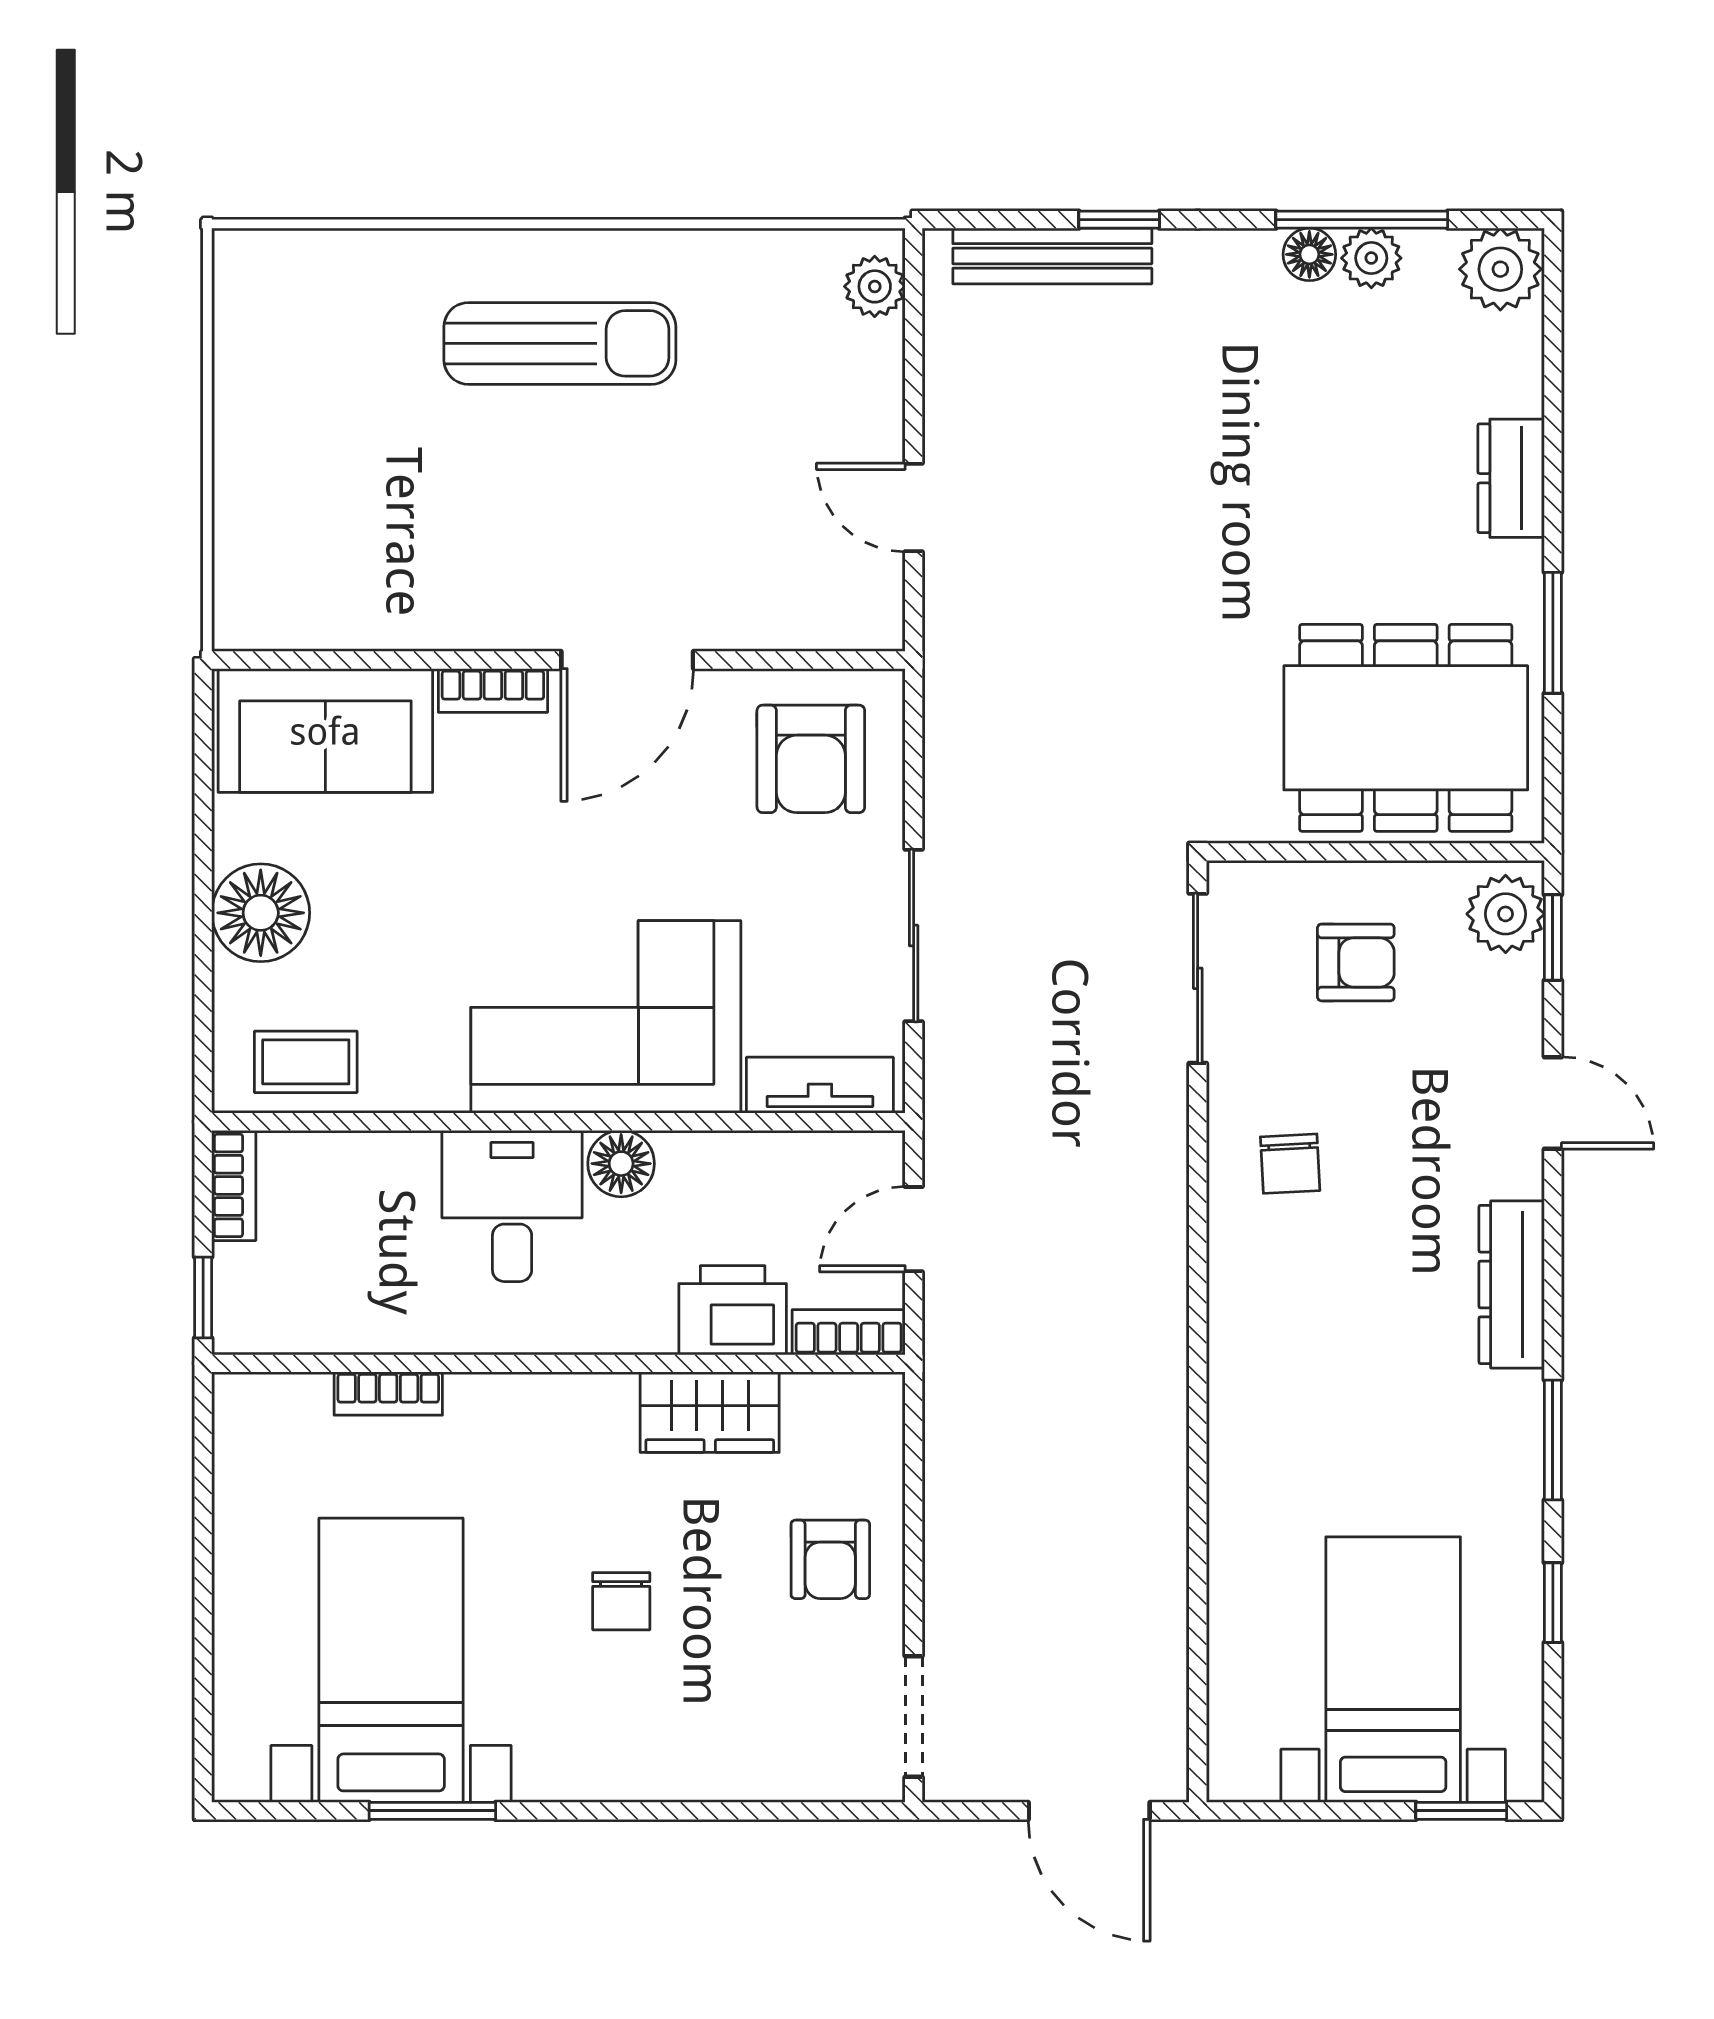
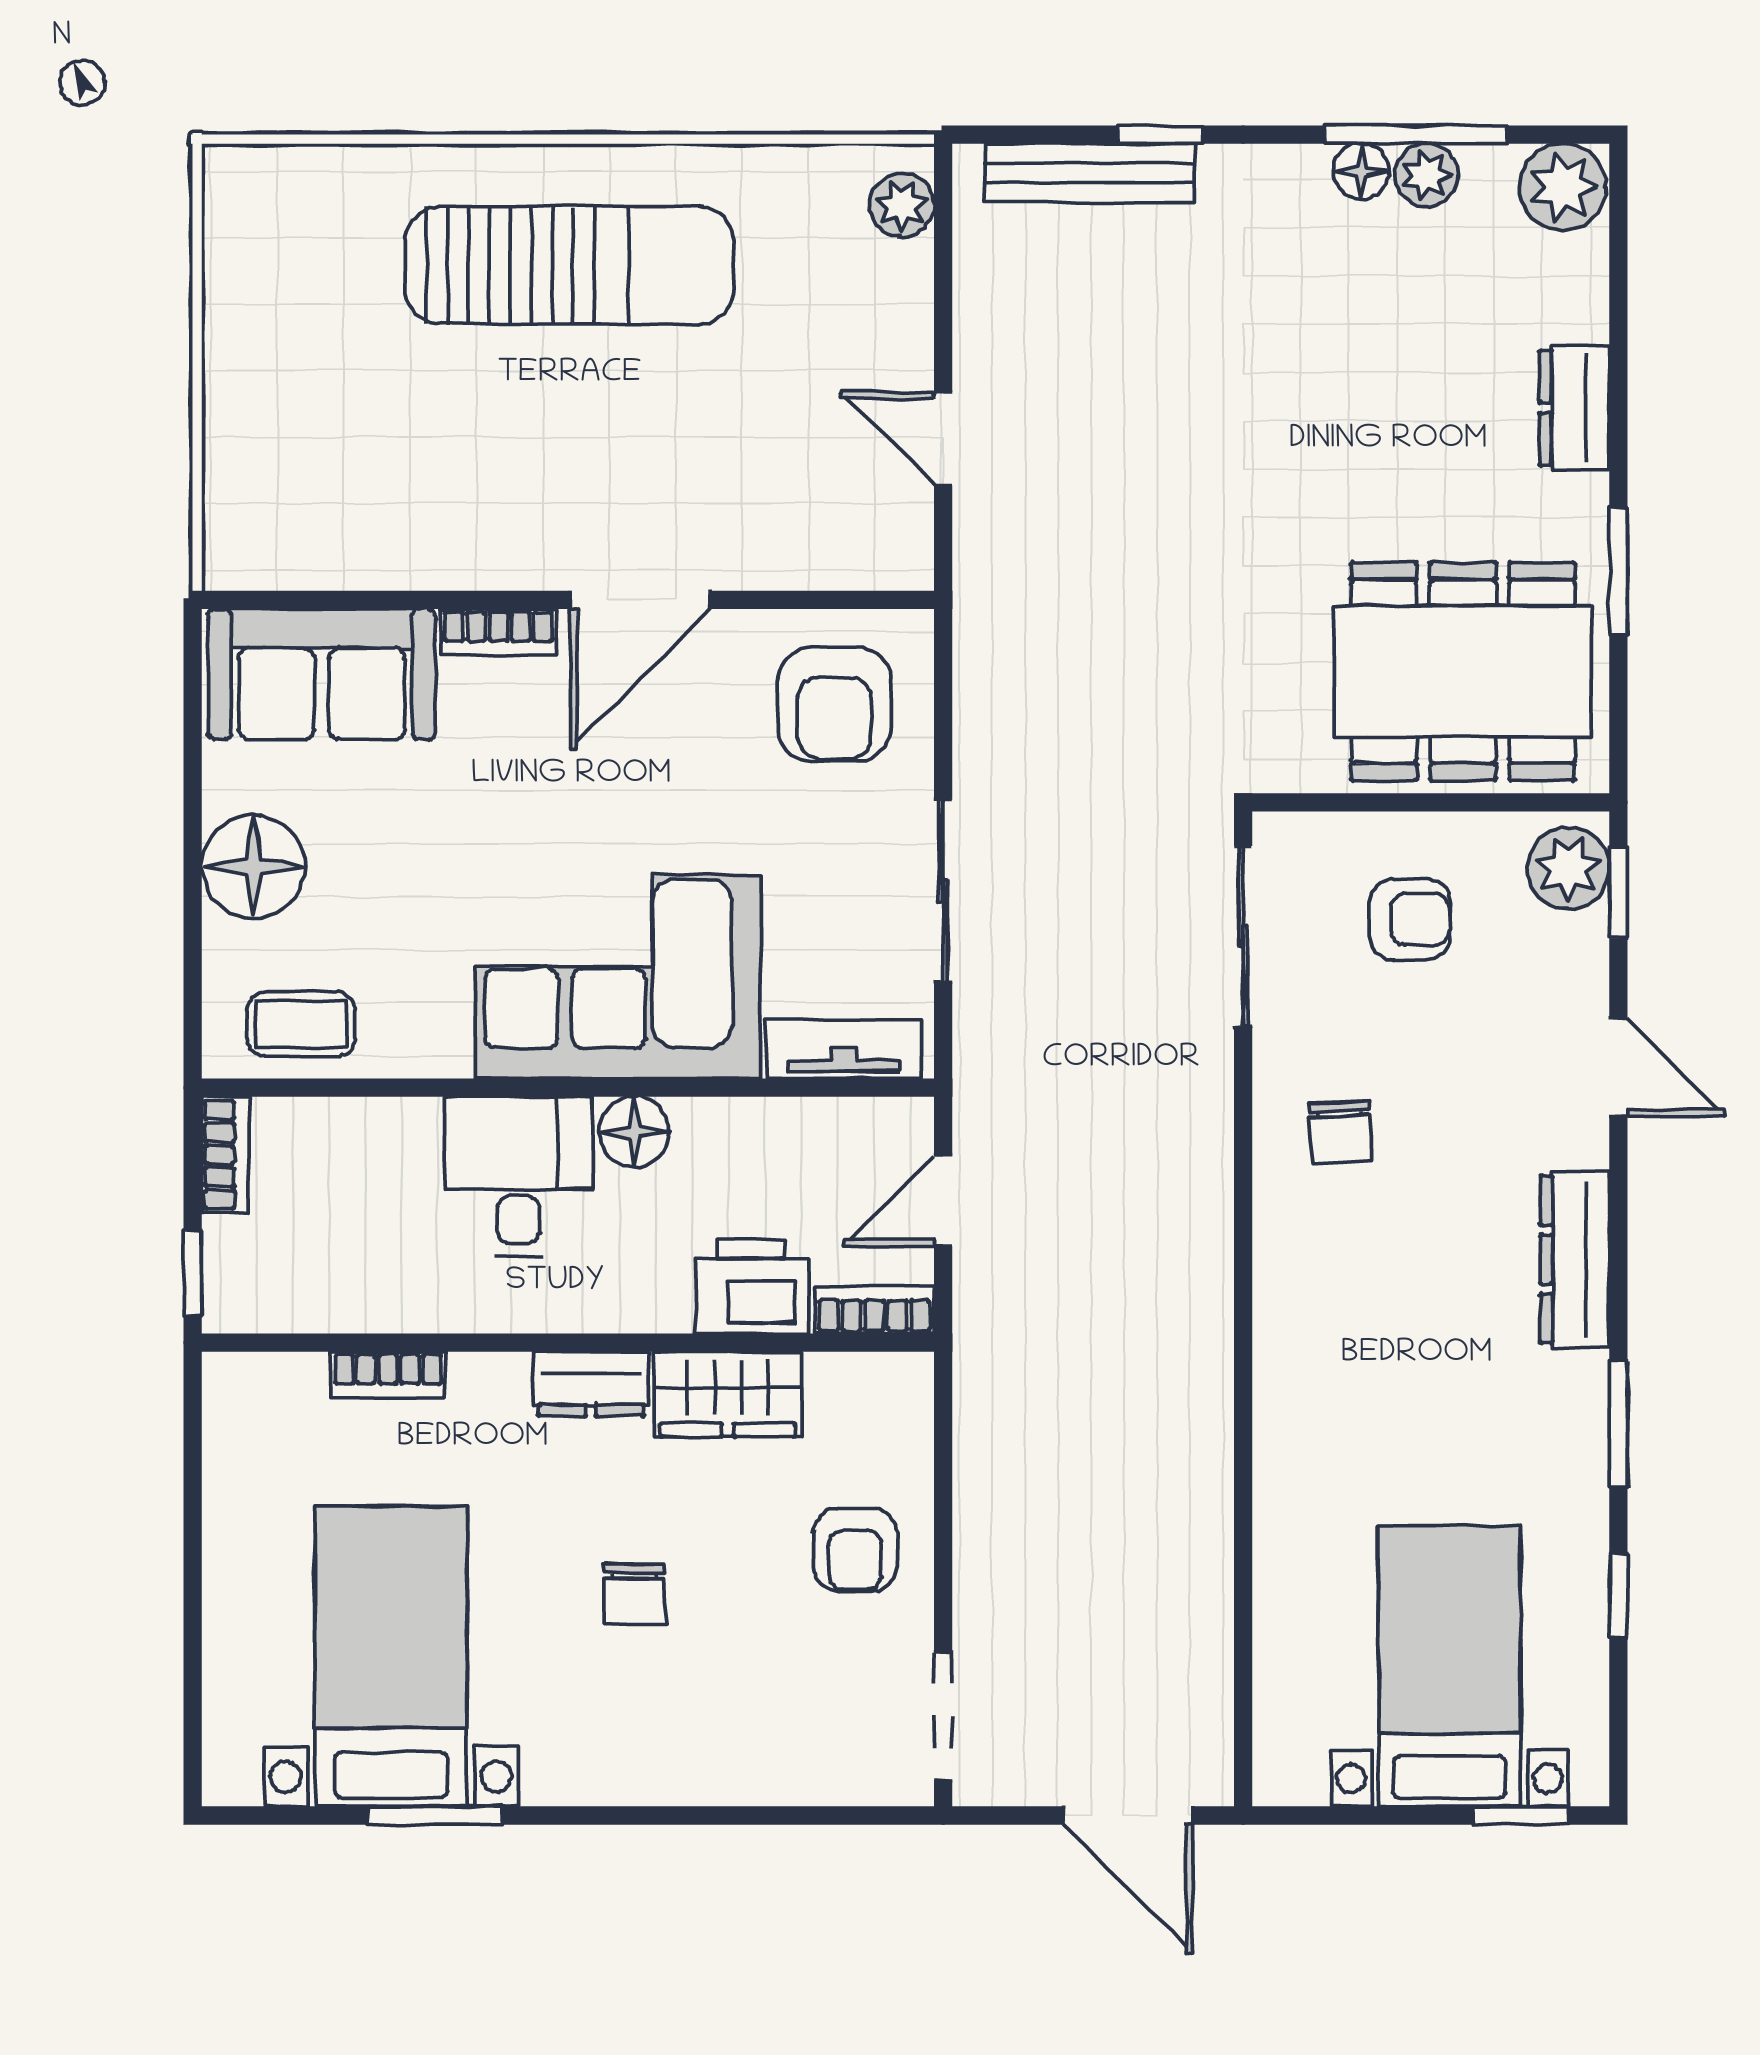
sun lounger: (560, 343) -> (569, 265), width x1.36, depth x1.34
dresser: (580, 1402) -> (591, 1384), added

